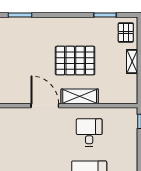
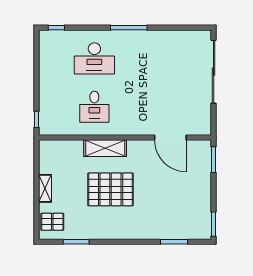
pallet: (126, 32) -> (52, 222), turned 90
door: (45, 106) -> (170, 138), moved

